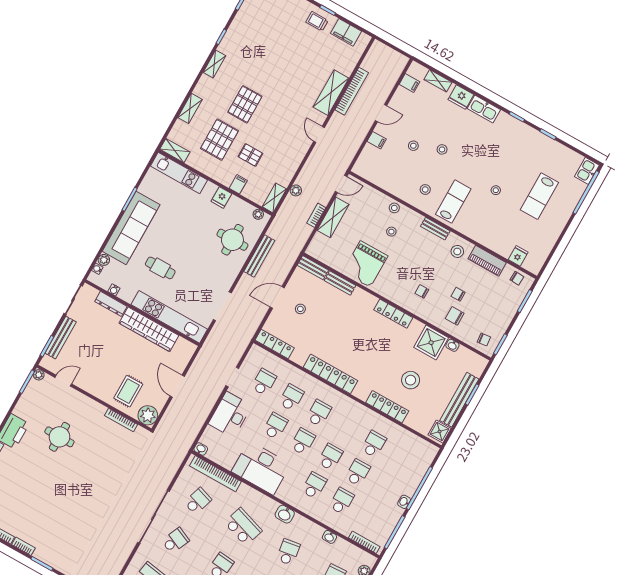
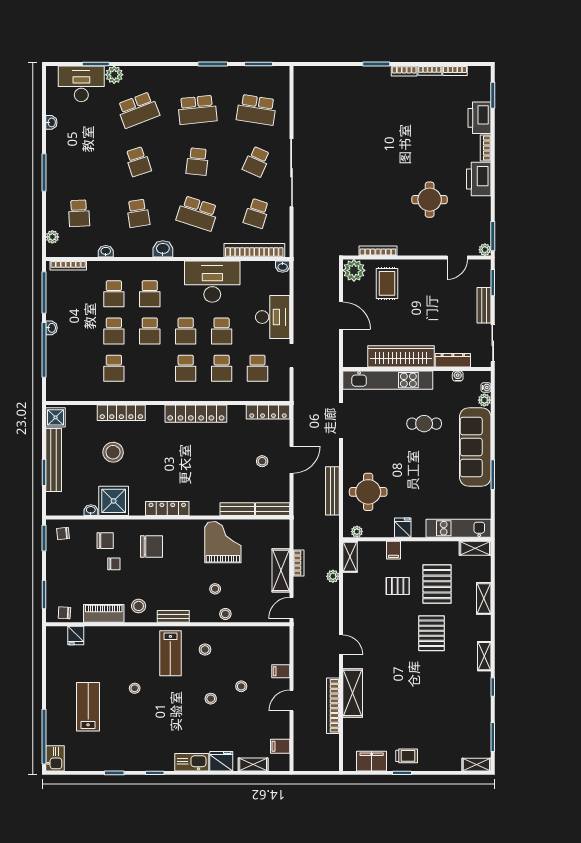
chair: (422, 291) -> (151, 547), width x1.87, depth x1.87
bench: (61, 338) -> (484, 305), width x0.73

